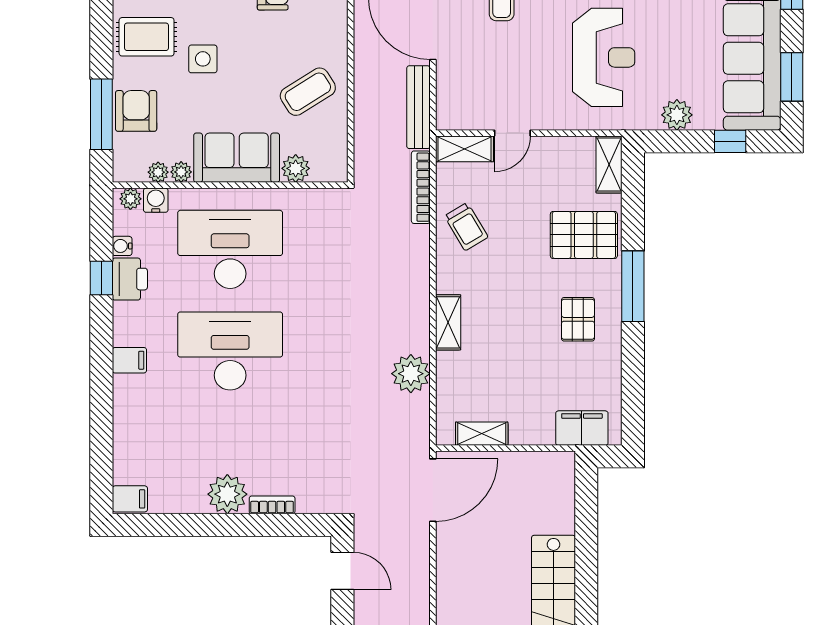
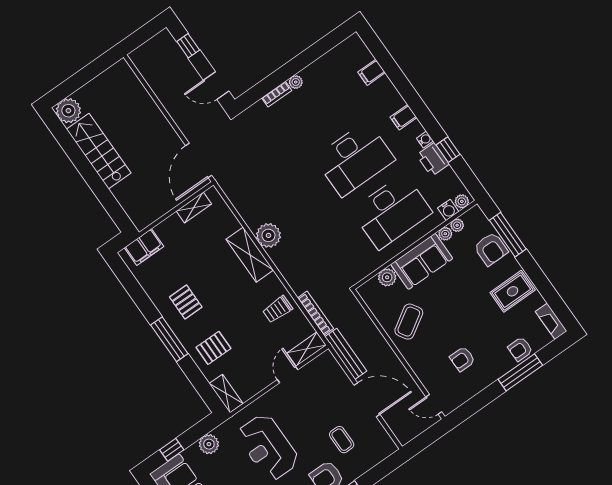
side table: (203, 59) -> (475, 300), removed
trolley: (466, 227) -> (278, 309), turned -59
pallet: (584, 235) -> (213, 348), width x0.67, depth x0.71
water cooler: (122, 246) -> (425, 140), moved
shelving: (448, 322) -> (250, 255), width x1.50, depth x1.33
plant: (411, 374) -> (268, 235), moved
plant: (227, 494) -> (296, 82), width x0.53, depth x0.53
filing cabinet: (130, 499) -> (372, 72), moved

